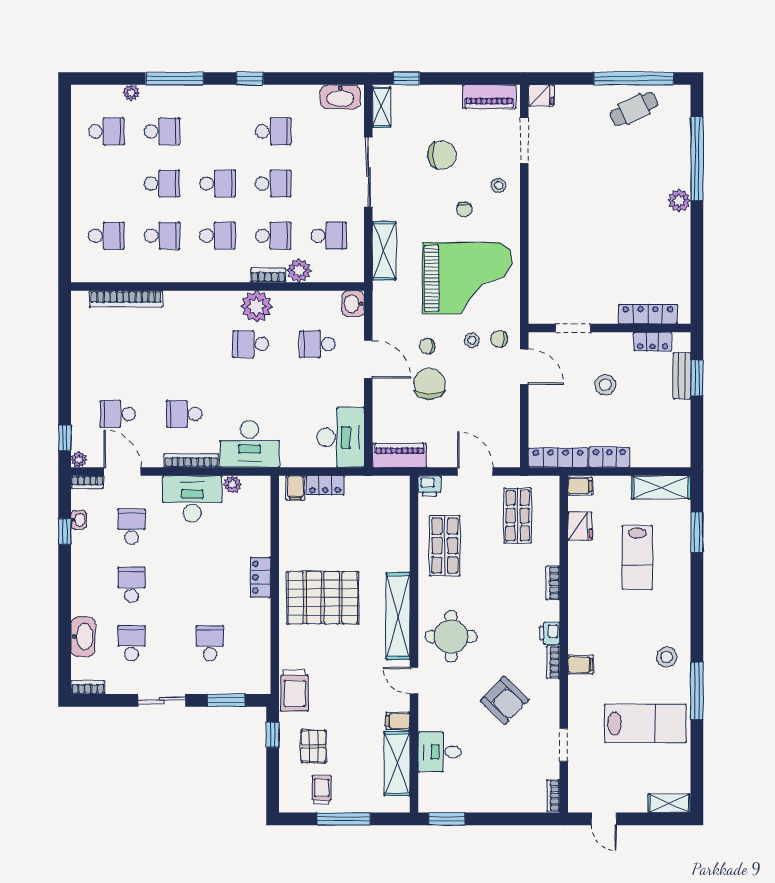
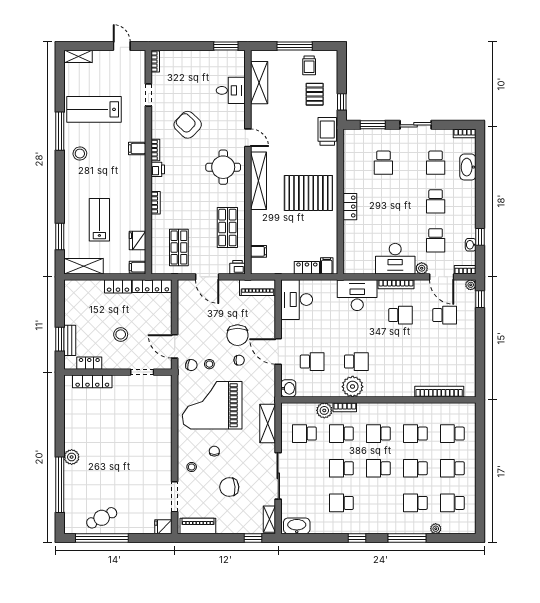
school desk: (106, 184) -> (452, 468), added
plant: (232, 484) -> (422, 268), moved
filing cabinet: (398, 721) -> (259, 251), moved

